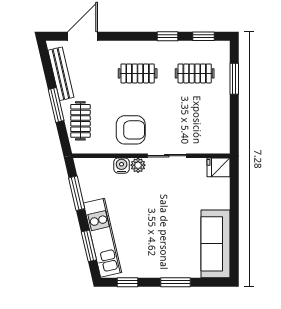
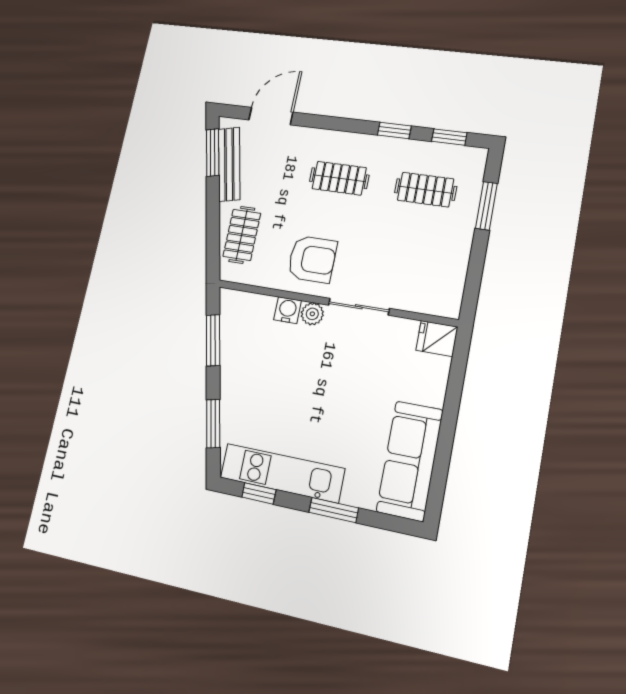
window: (56, 105) -> (213, 152), moved
kitchen unit: (103, 238) -> (282, 473), moved, turned -77

